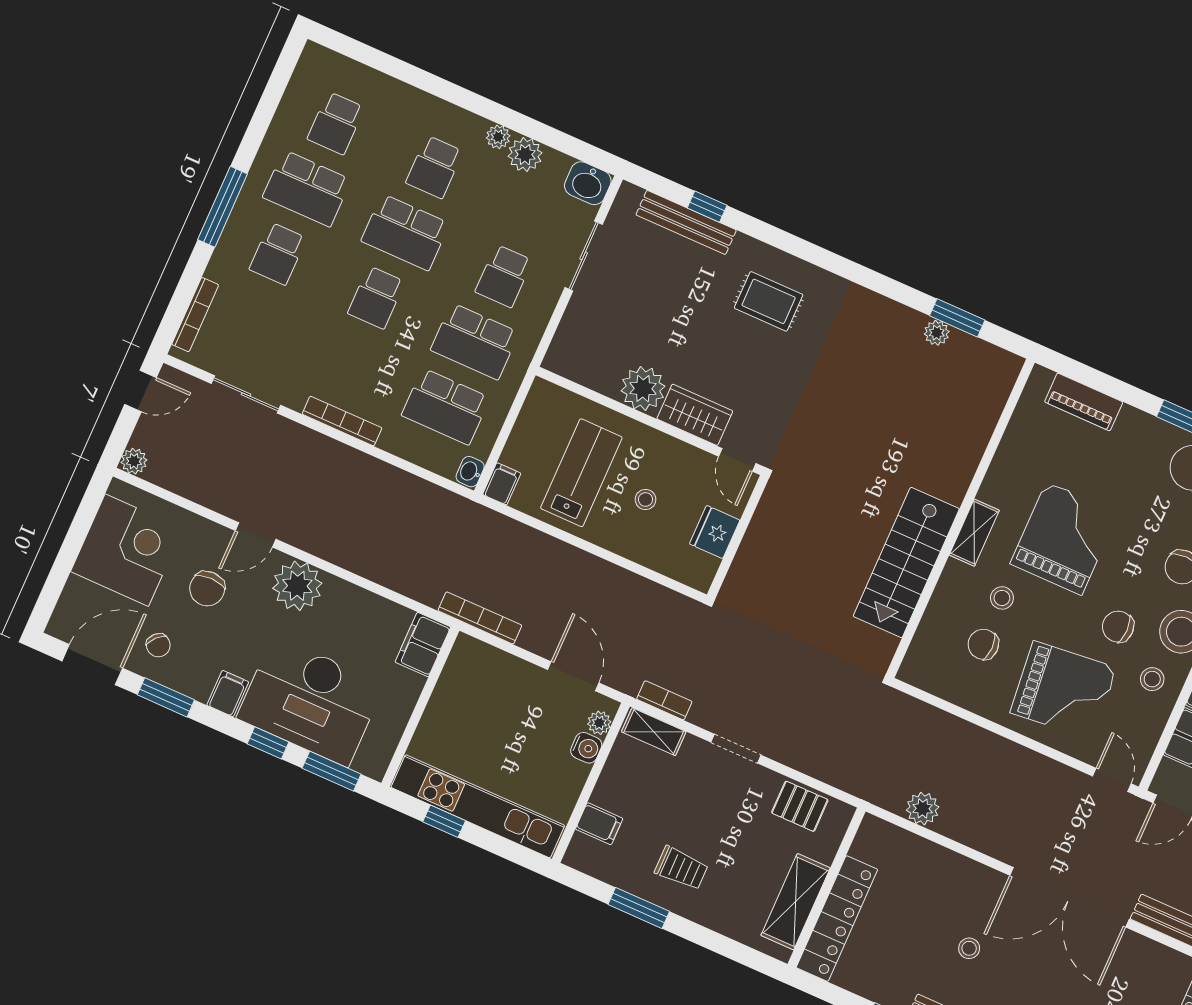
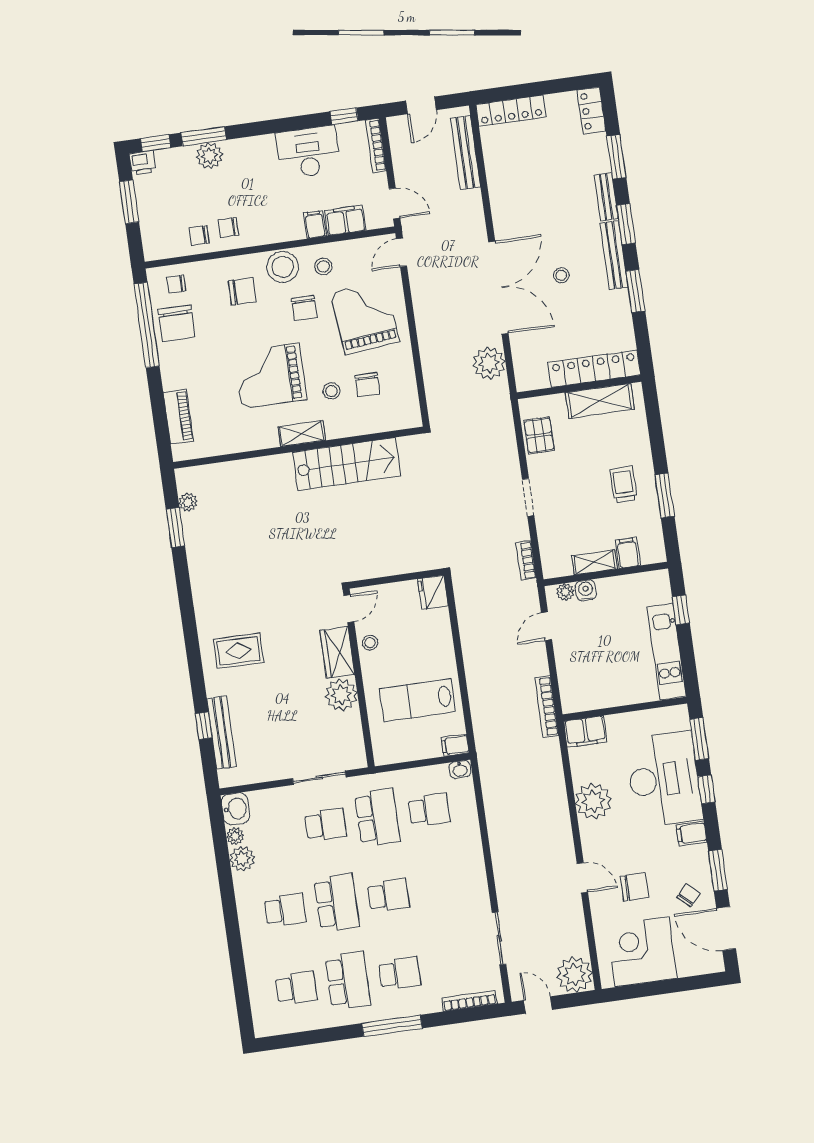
plant: (498, 137) -> (235, 836), moved
sliding door: (584, 256) -> (319, 778), moved
rug: (769, 301) -> (238, 651), turned 90
plant: (937, 333) -> (188, 502), moved
school desk: (446, 406) -> (429, 810), width x0.54
bookcase: (342, 421) -> (478, 868), removed
plant: (134, 461) -> (574, 975), width x1.87, depth x1.87
stool: (646, 499) -> (370, 643), moved
fridge: (715, 532) -> (433, 592), moved, turned 90
plant: (297, 586) -> (593, 801), moved
door: (573, 676) -> (547, 626), width x0.73
shelving: (654, 732) -> (595, 562), moved, turned 90
kitchen unit: (478, 806) -> (667, 652), width x0.73
plant: (923, 809) -> (489, 363), width x1.36, depth x1.36
window: (444, 821) -> (681, 610), moved
double door: (1070, 897) -> (498, 288), moved

